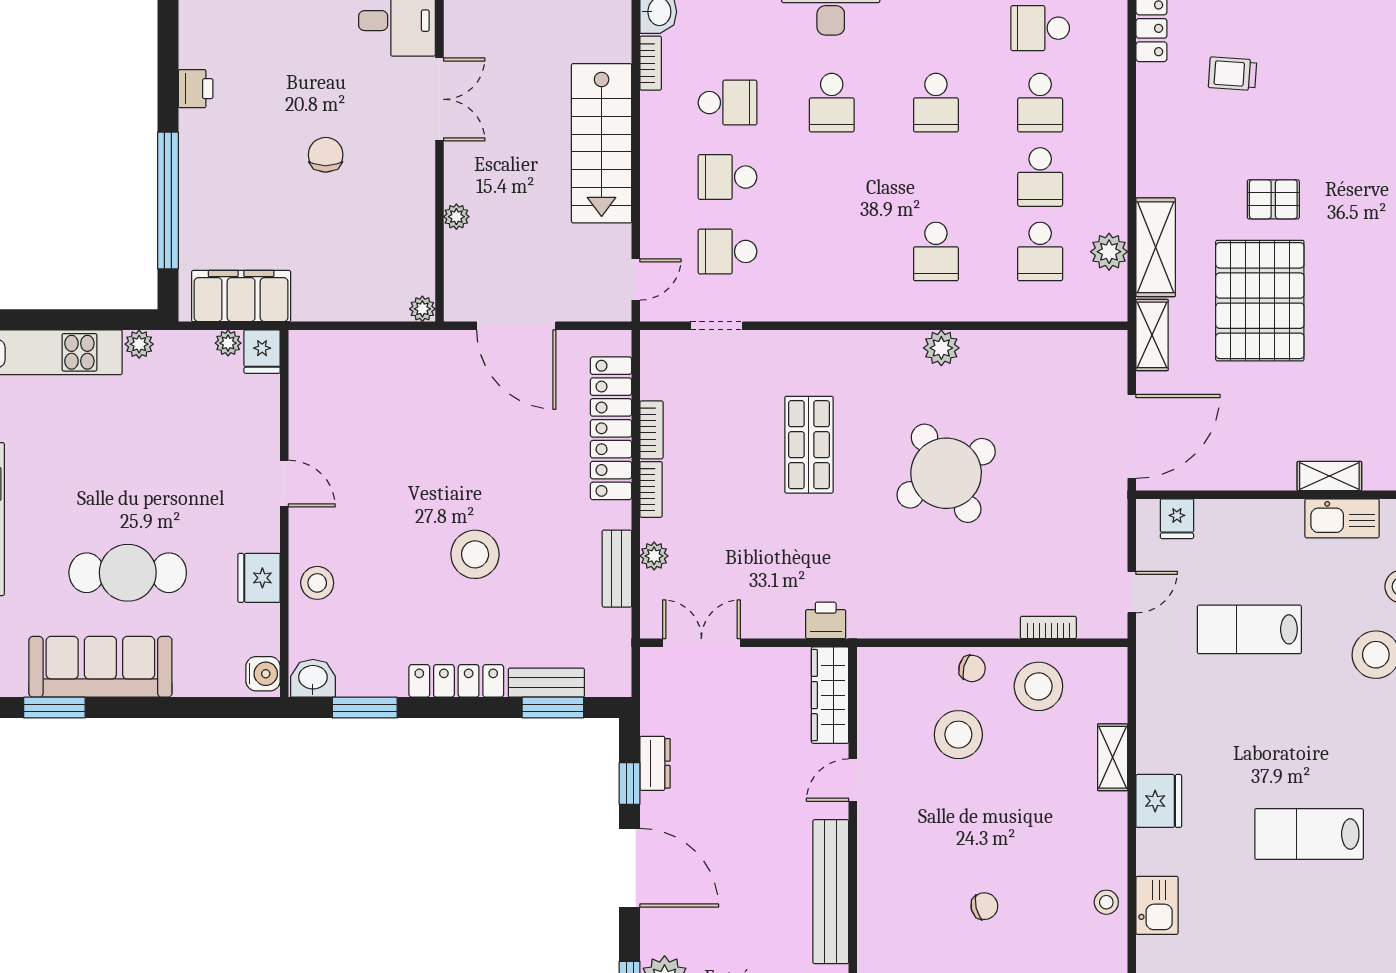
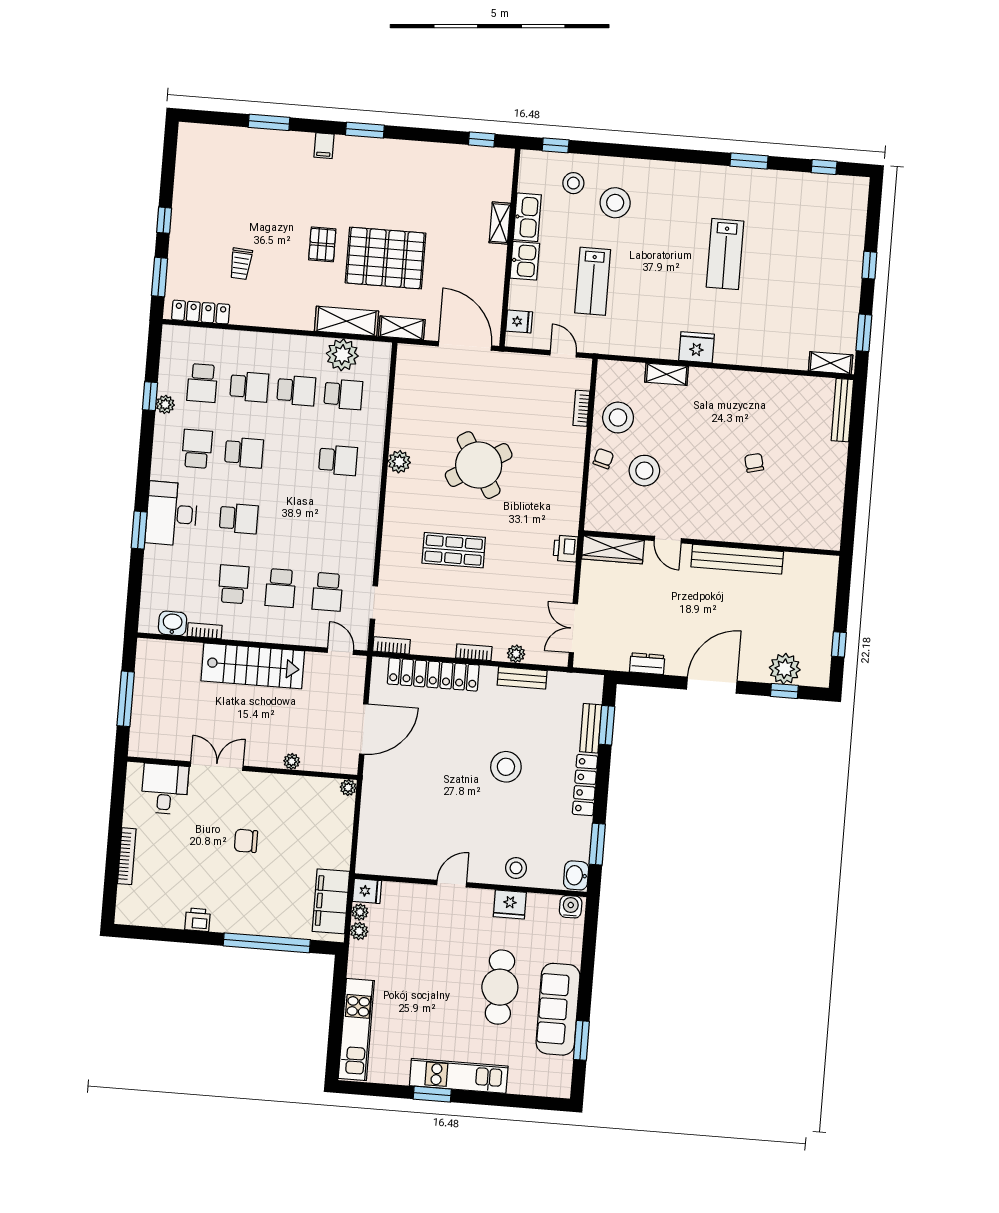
school desk: (936, 28) -> (197, 449), added
plant: (1109, 252) -> (342, 355), width x1.36, depth x1.36
plant: (139, 344) -> (359, 931), moved
bookcase: (651, 430) -> (391, 645), moved
window: (630, 783) -> (659, 681), removed
stool: (1106, 902) -> (758, 386), removed
kitchen sink: (1157, 905) -> (525, 261), moved, turned 90

